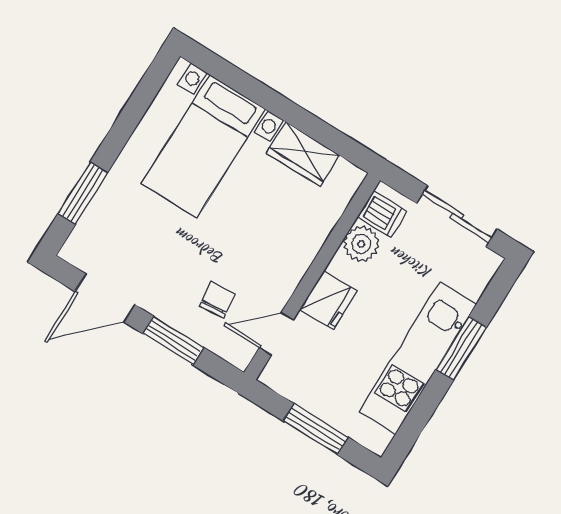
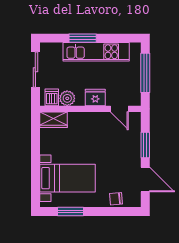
wardrobe: (303, 154) -> (53, 120), moved, turned 90
window: (83, 193) -> (70, 211), moved
chair: (218, 300) -> (116, 199), moved
window: (316, 429) -> (145, 73), width x1.44

